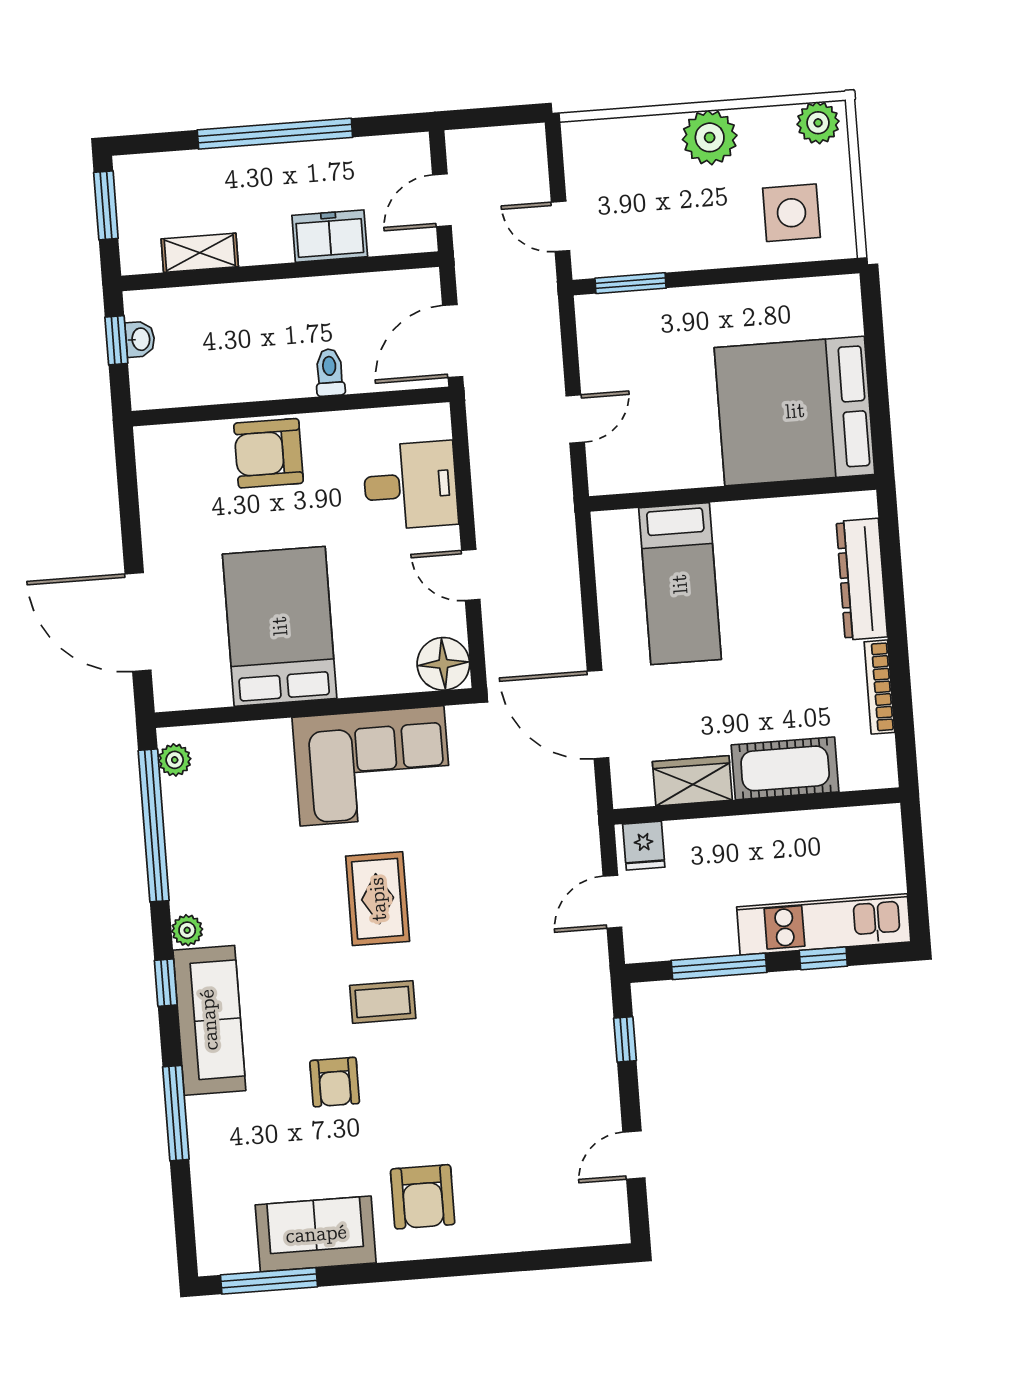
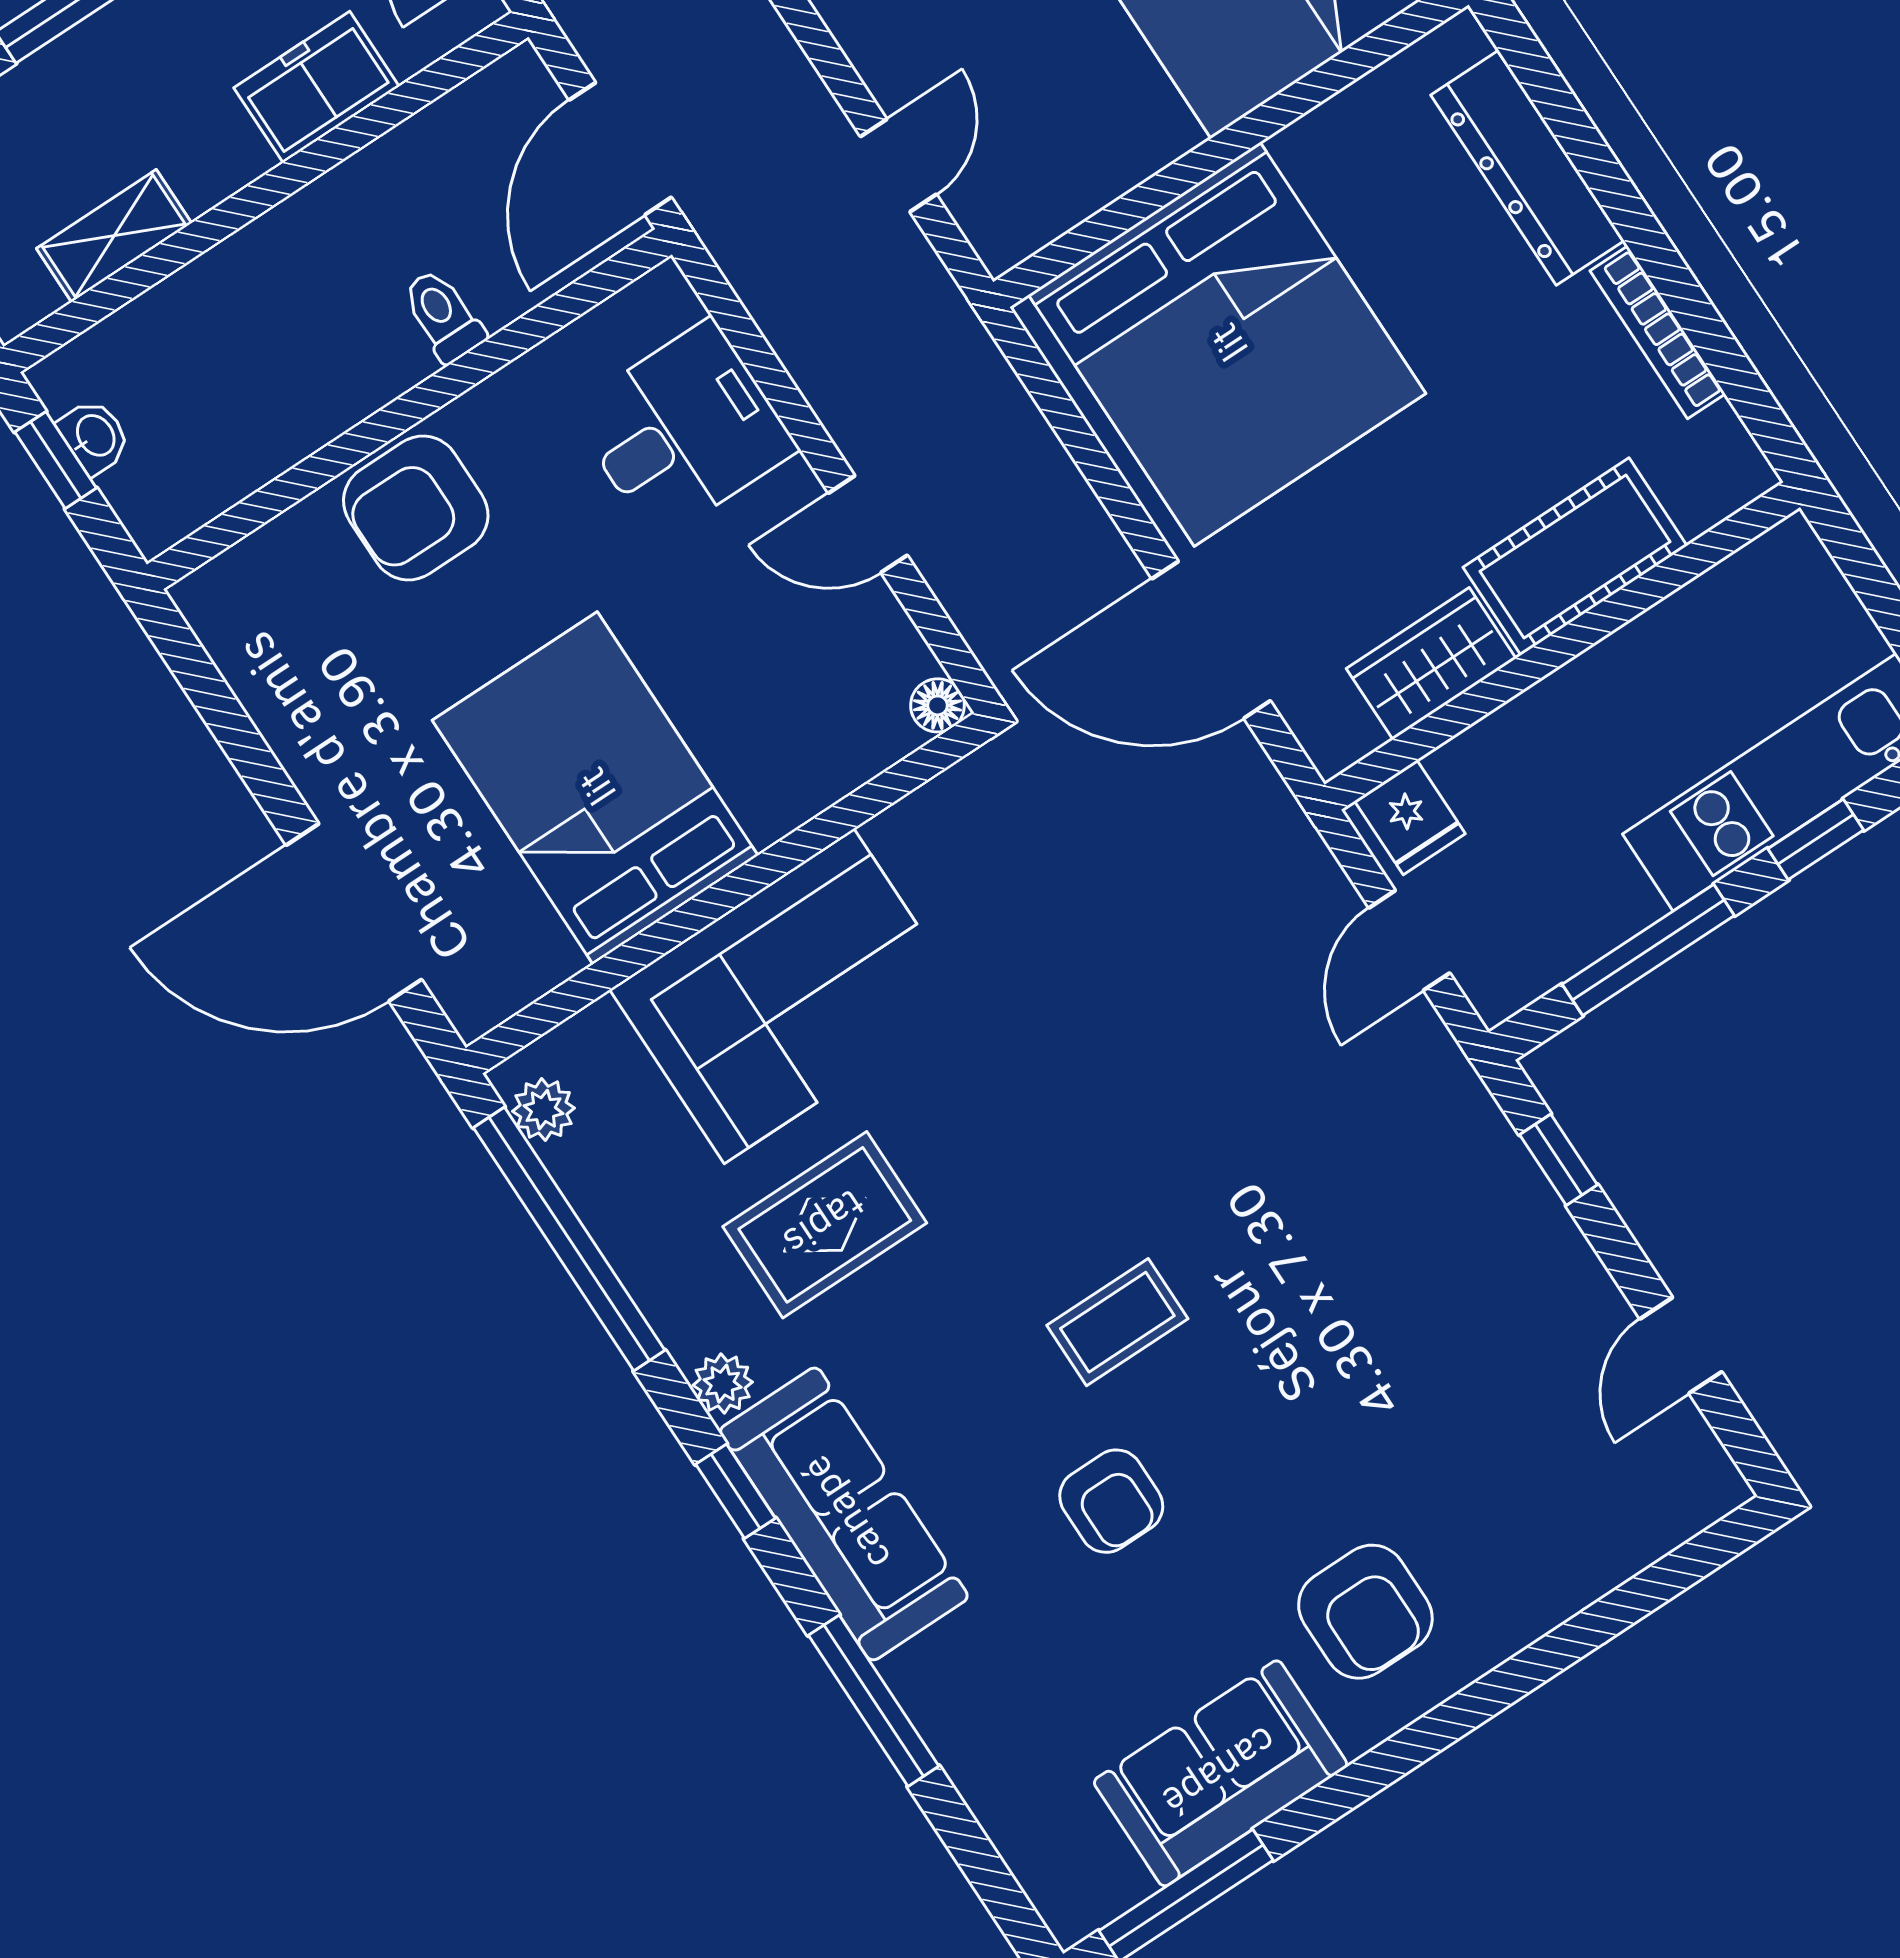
bed: (680, 584) -> (1227, 344), width x2.04
floor lamp: (443, 664) -> (938, 705), width x0.53, depth x0.53
corner sofa: (372, 766) -> (789, 996), moved
rug: (378, 899) -> (825, 1225), moved, turned 90

